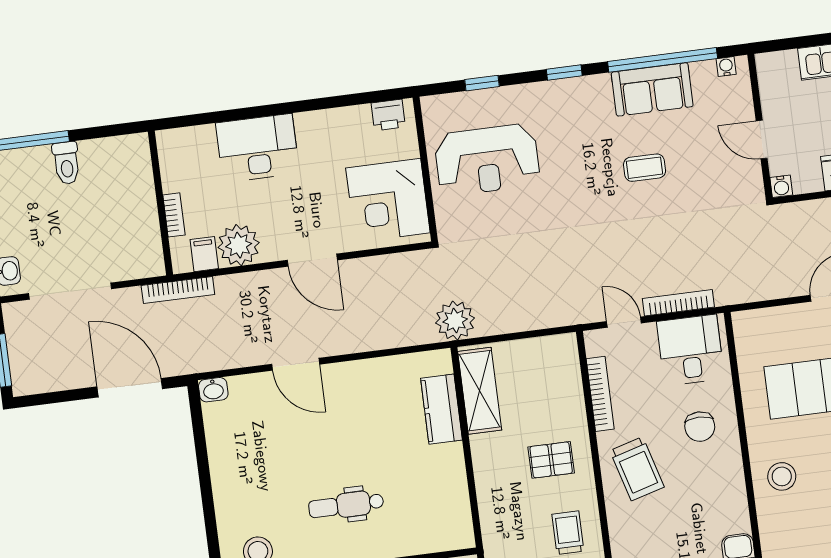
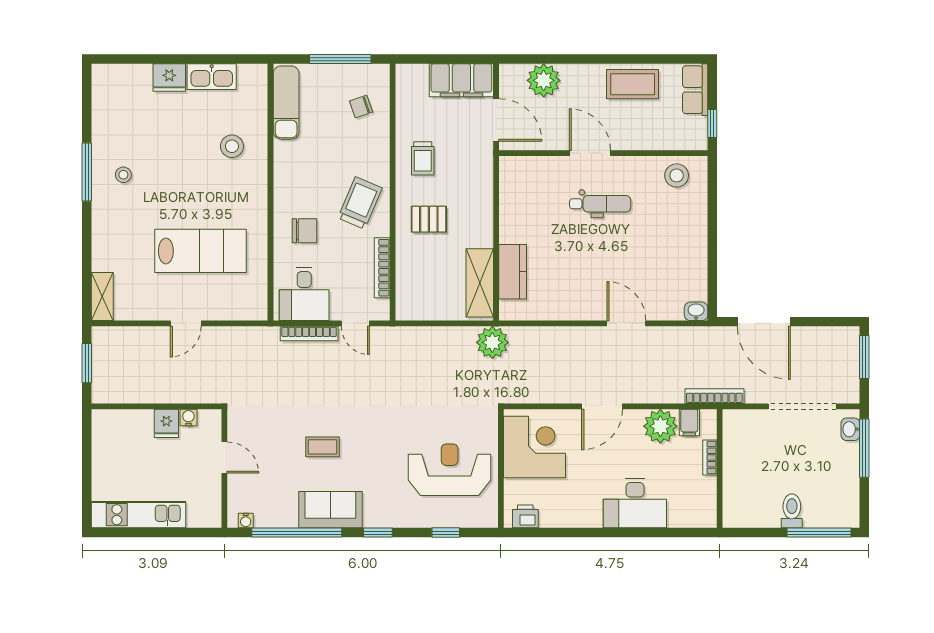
sofa: (652, 89) -> (330, 510), moved
water cooler: (781, 186) -> (188, 417), moved
door: (312, 260) -> (602, 406), swing flipped
chair: (700, 427) -> (305, 231), turned 90
trolley: (637, 469) -> (360, 203), turned 39
stool: (782, 476) -> (232, 146), moved

